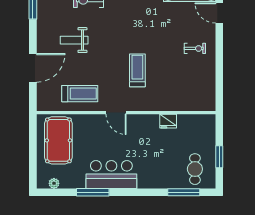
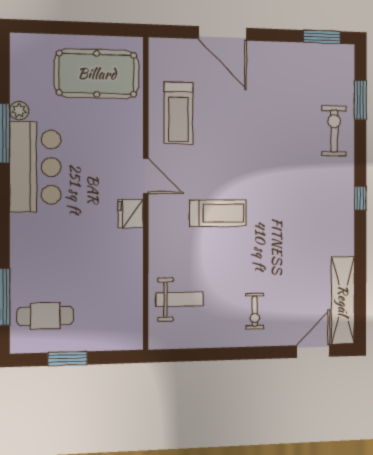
weight bench: (74, 40) -> (180, 299), moved, turned 90
door: (116, 113) -> (146, 176), swing flipped
fridge: (168, 121) -> (131, 213), moved
plant: (54, 183) -> (19, 111), moved

